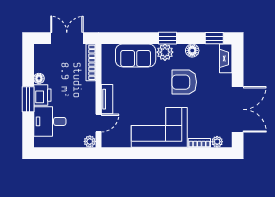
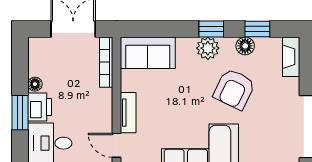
window: (214, 38) -> (257, 29), moved
sofa: (136, 55) -> (148, 53), moved
armchair: (184, 82) -> (234, 89), turned -64
door: (98, 123) -> (116, 145), swing flipped

